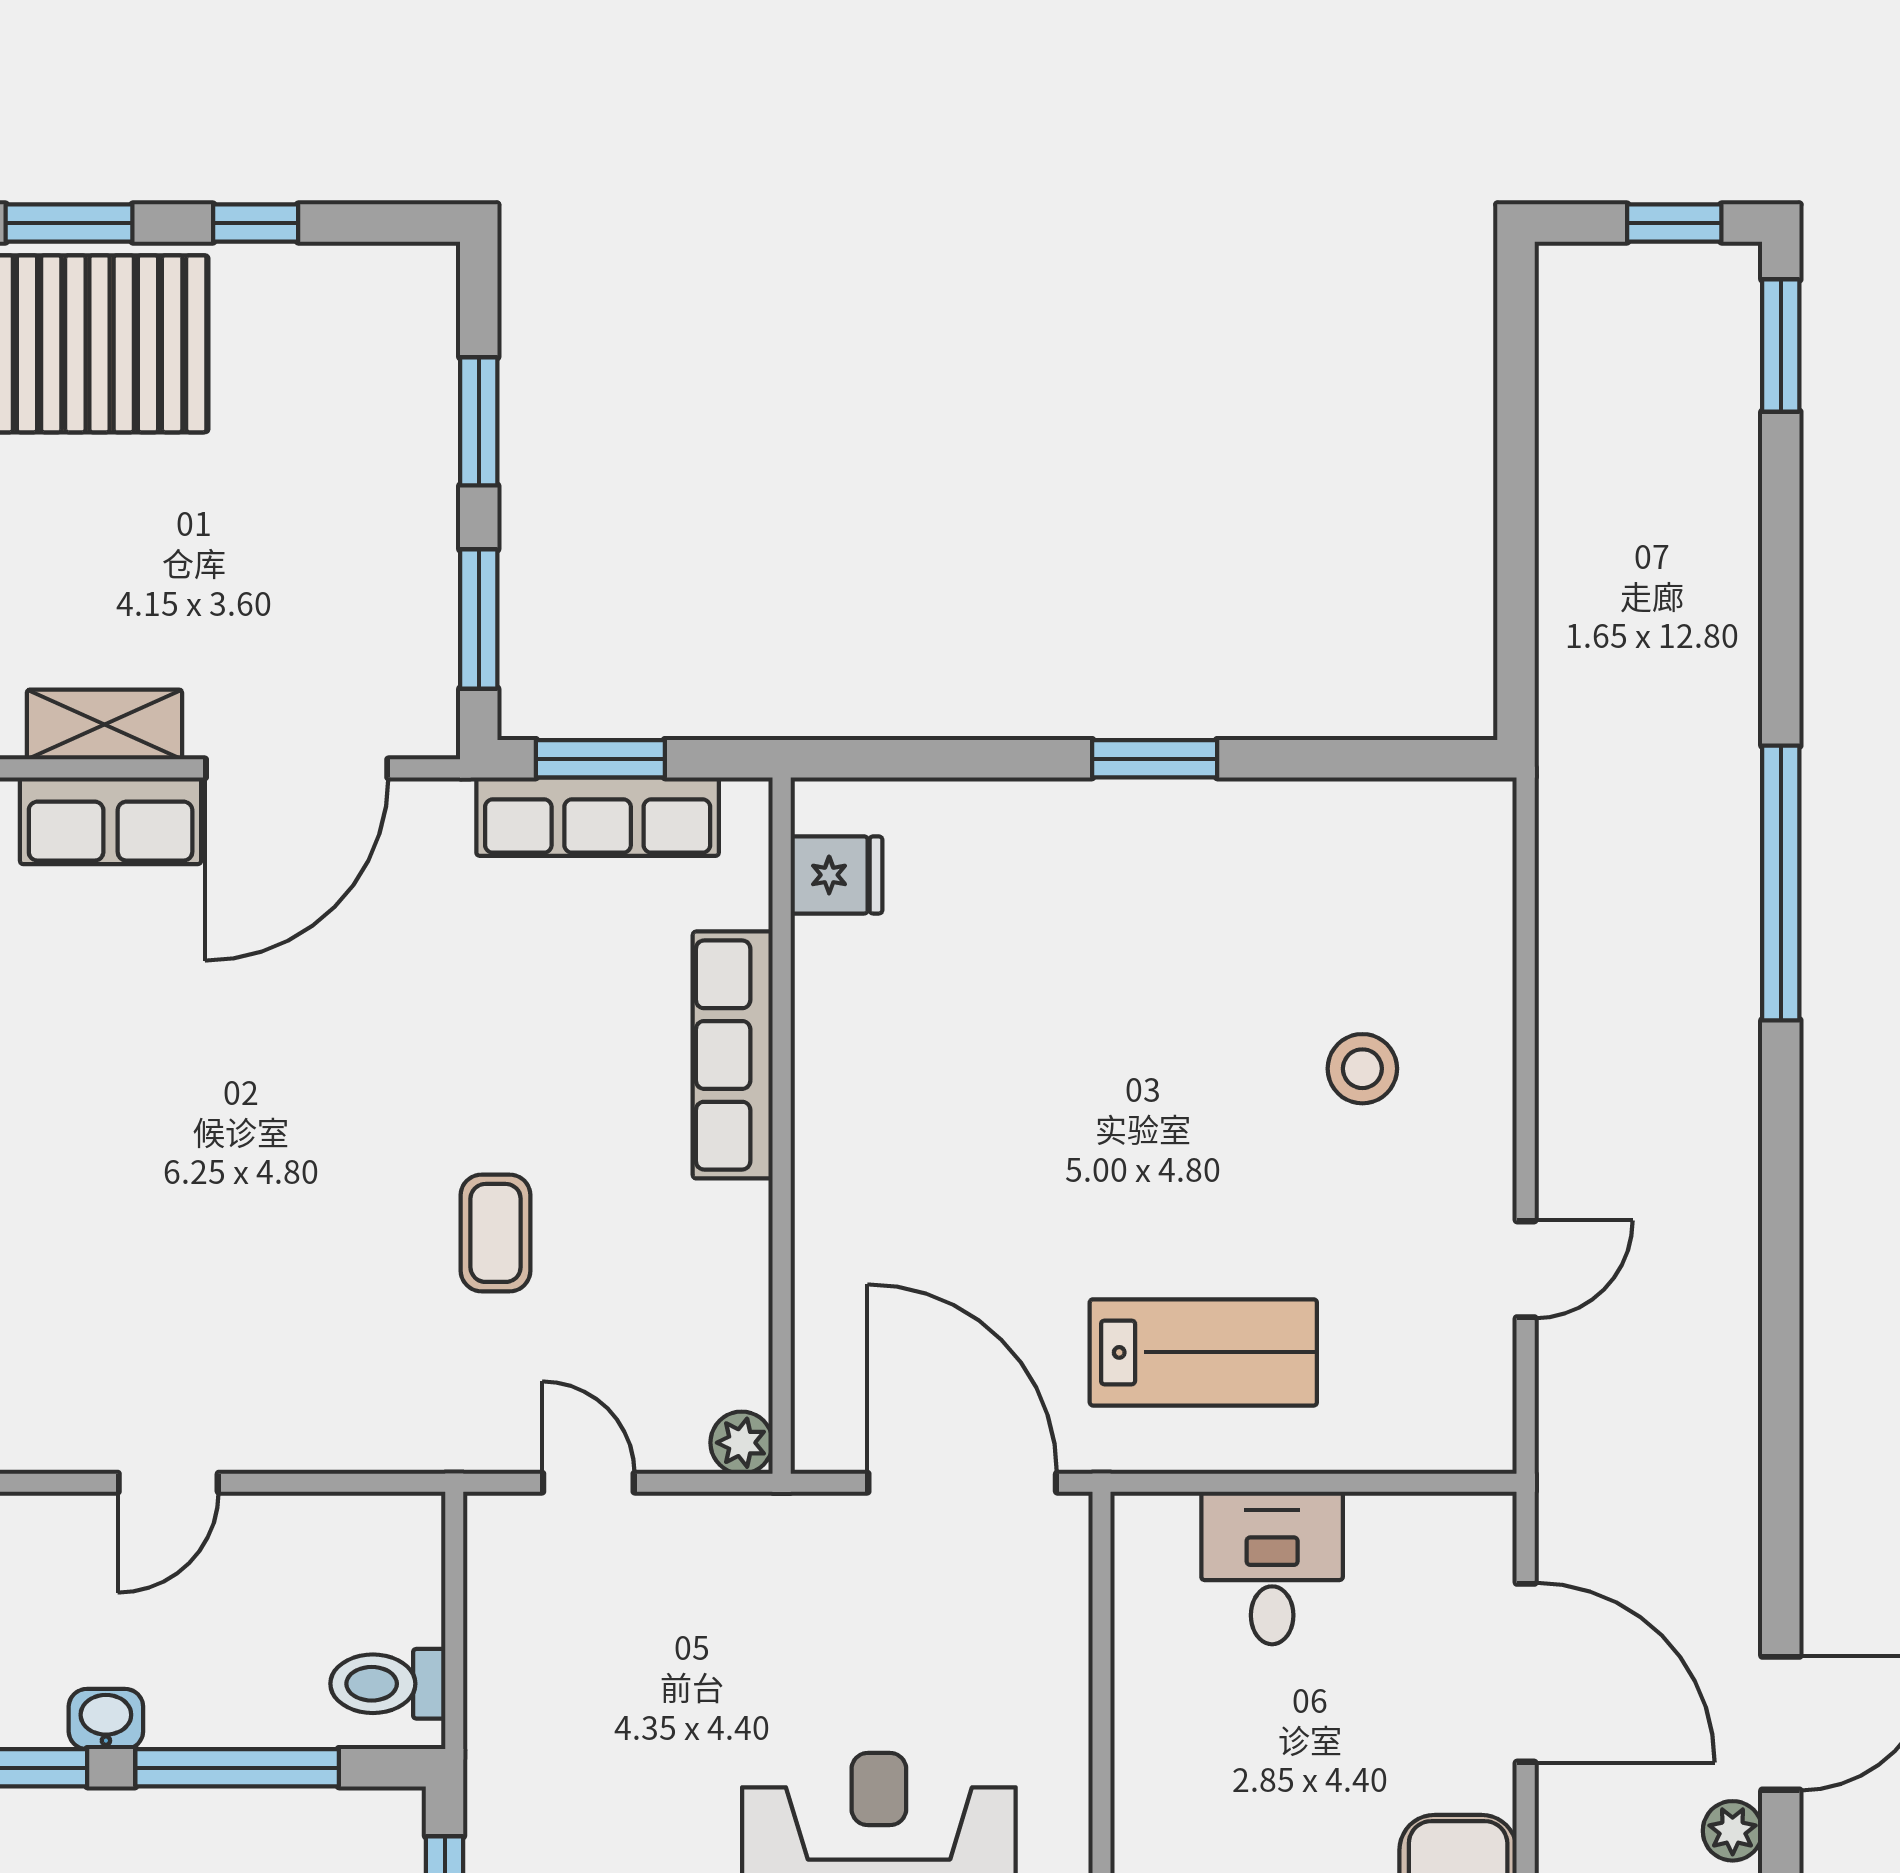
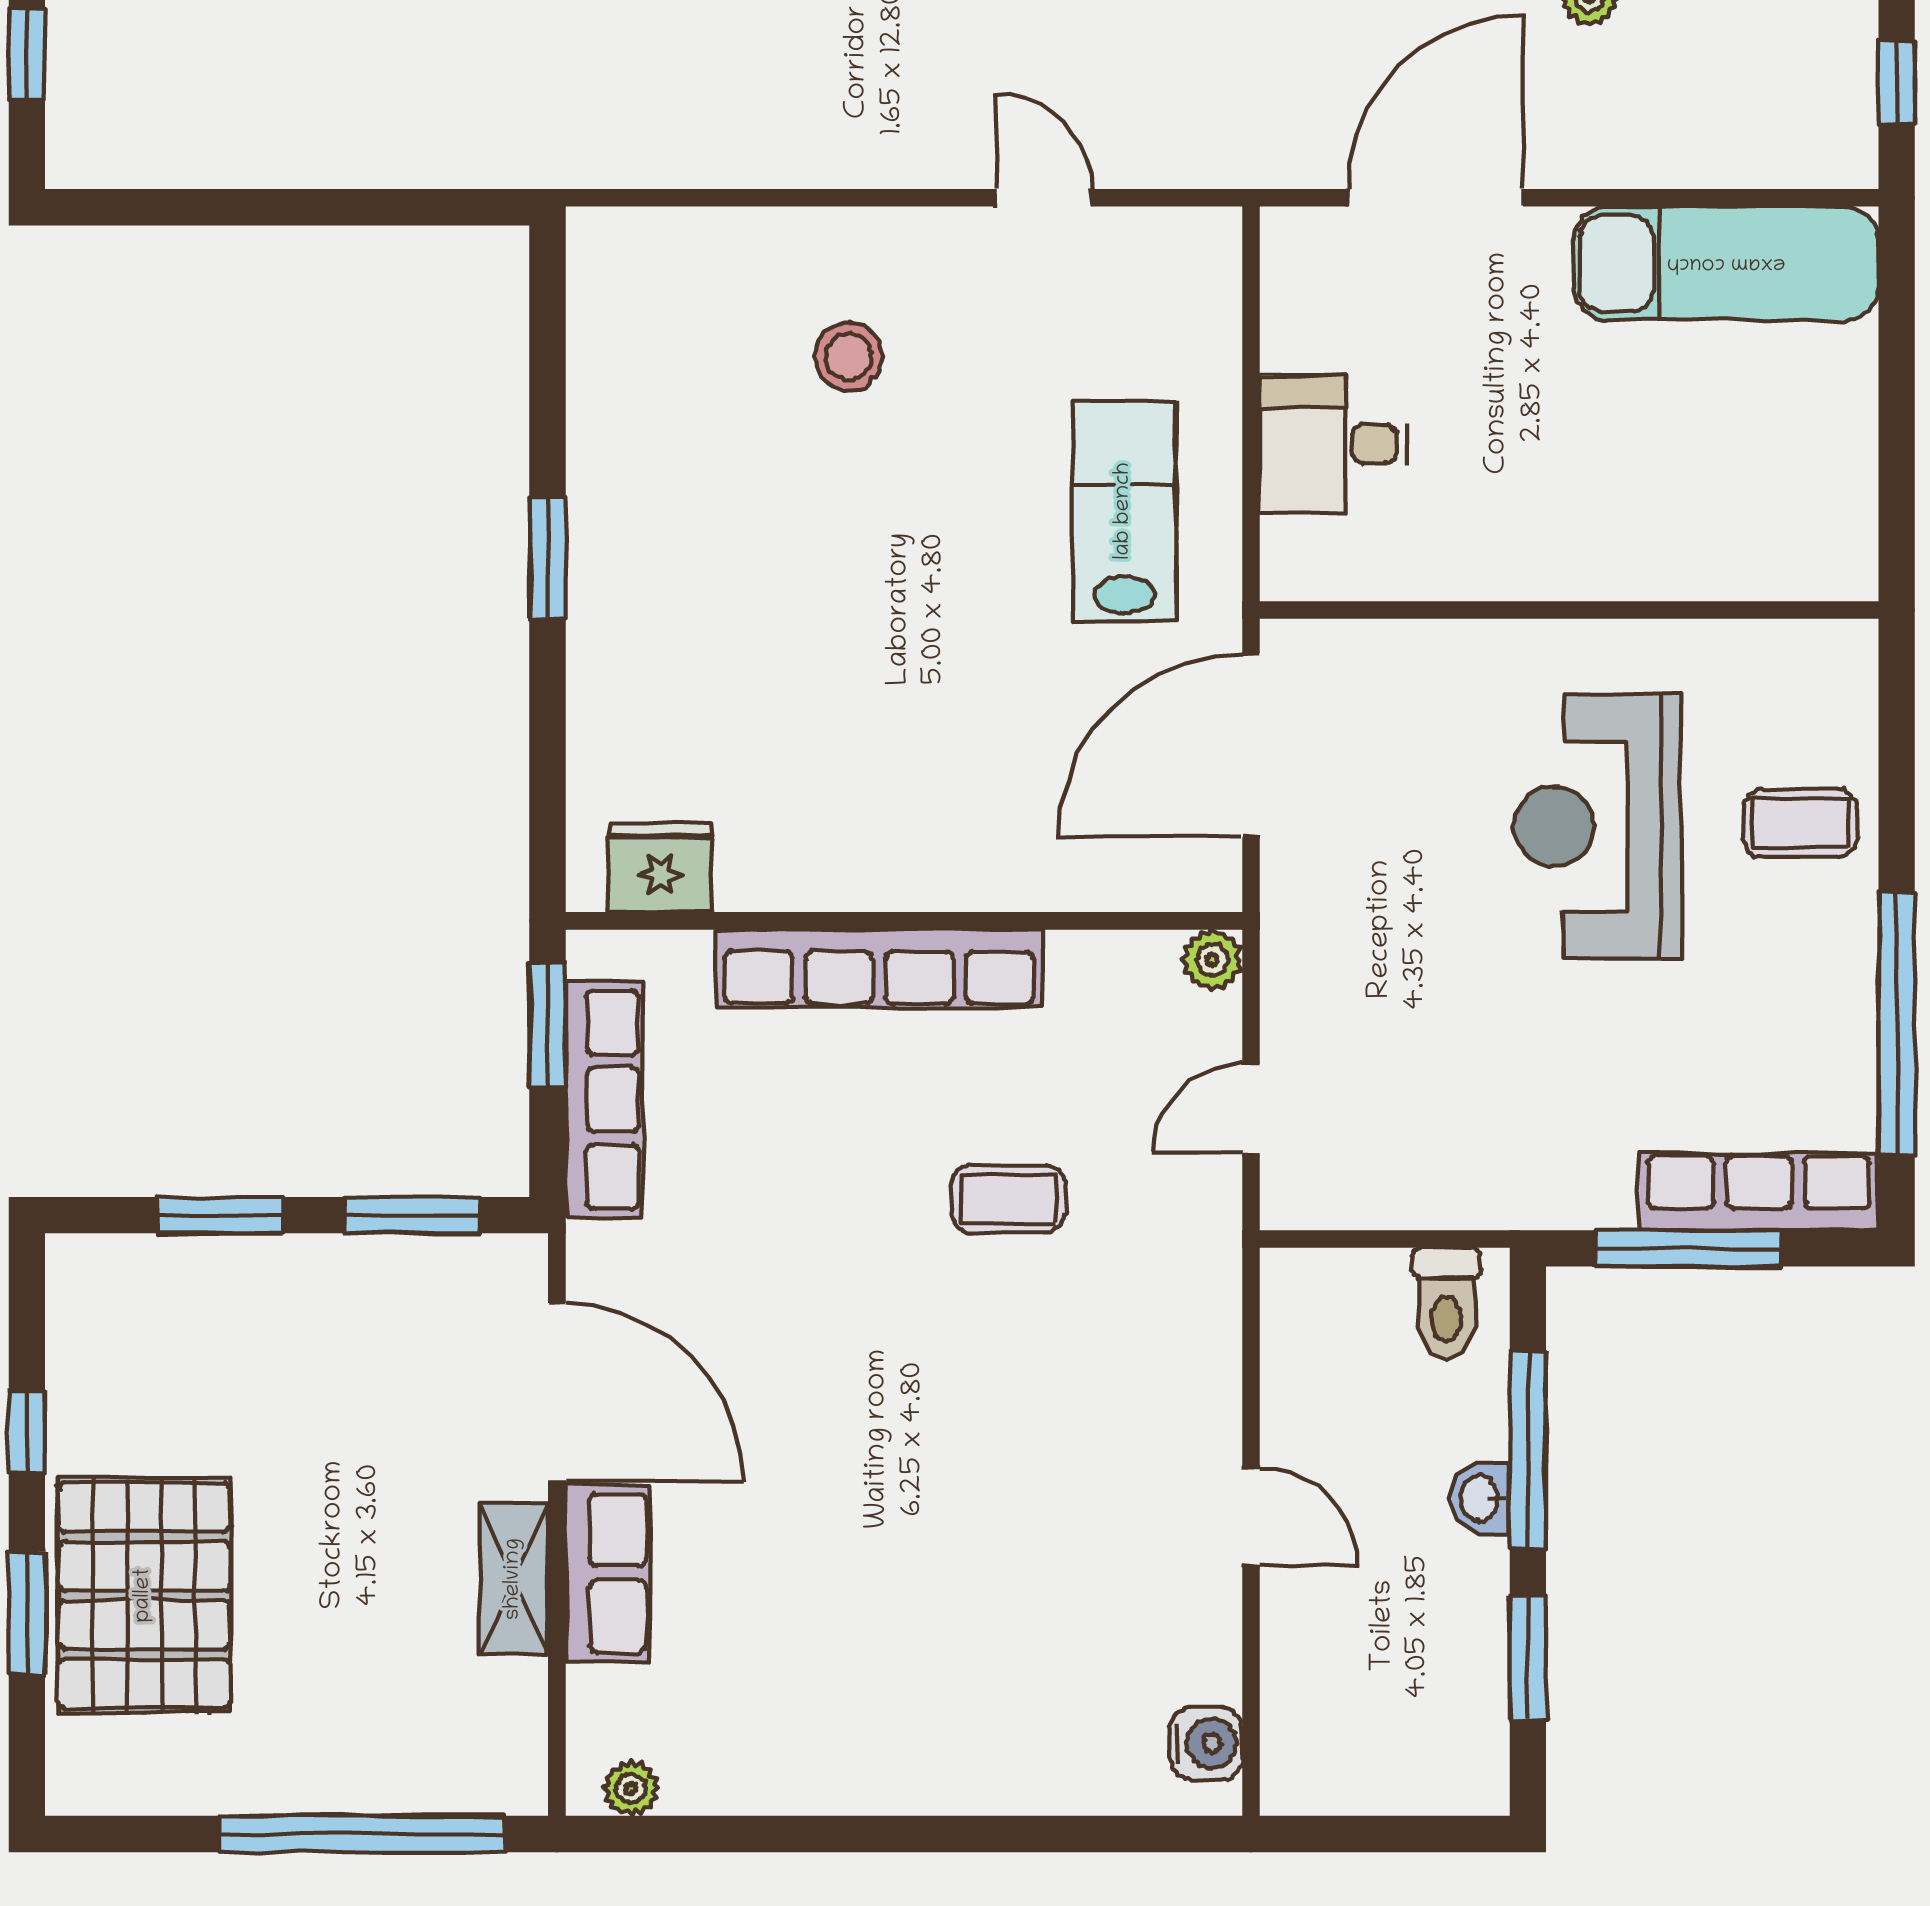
window: (600, 759) -> (547, 1025), moved
fridge: (836, 875) -> (660, 868), width x1.38
row of seats: (733, 1055) -> (879, 968), width x1.36
washbasin: (106, 1719) -> (1481, 1498), moved

